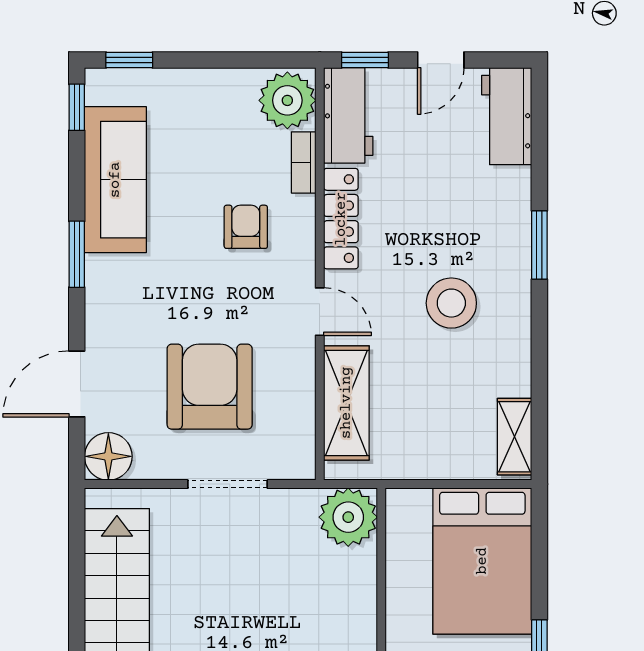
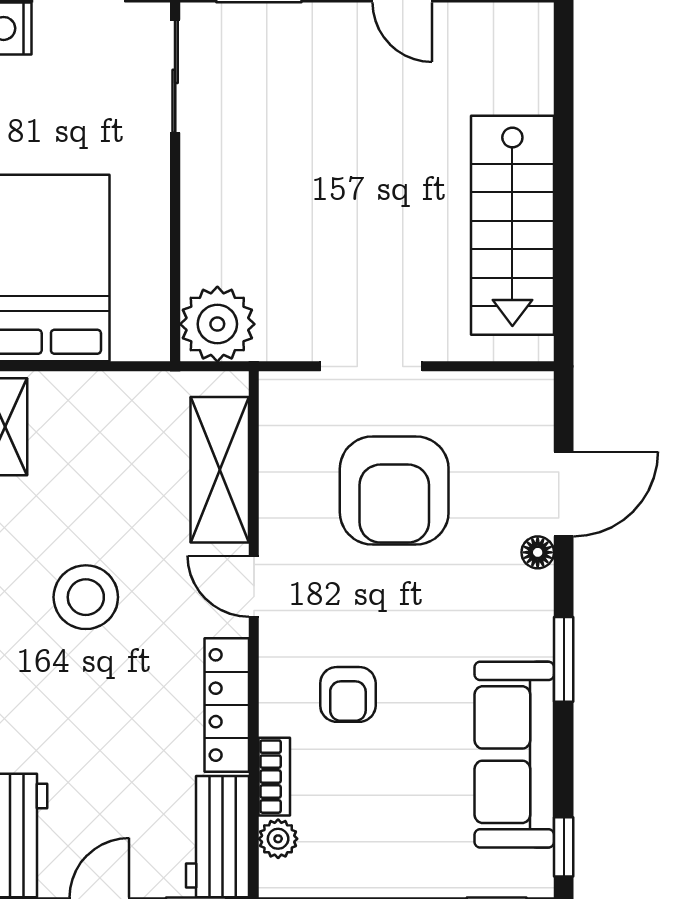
plant: (287, 100) -> (278, 839), width x0.53, depth x0.53
floor lamp: (108, 456) -> (538, 552), moved, width x0.53, depth x0.53

